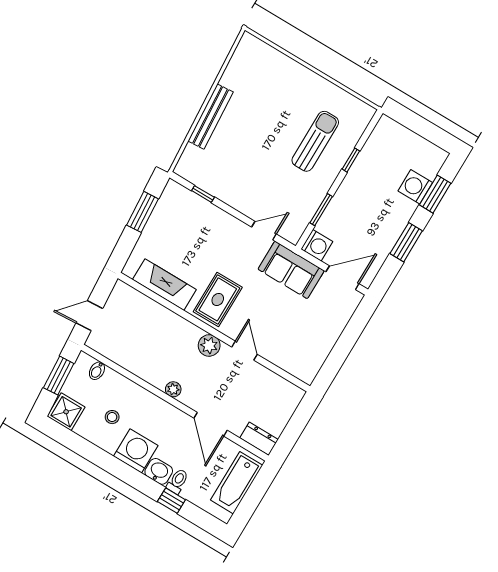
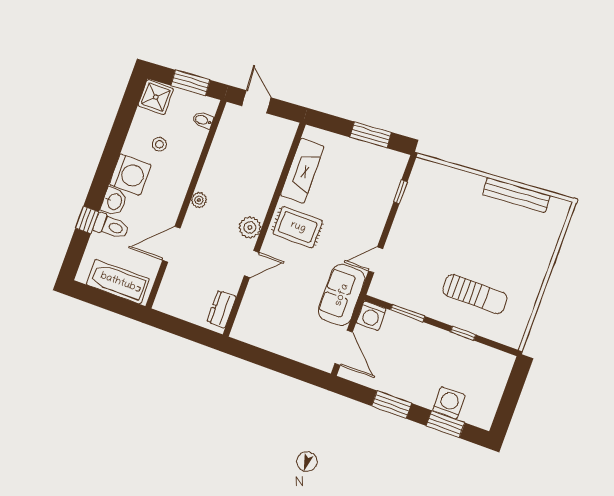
bench: (211, 117) -> (516, 195), moved
door: (264, 231) -> (376, 260), swing flipped
dresser: (259, 439) -> (222, 309), moved, turned 180
toilet: (178, 481) -> (111, 226), width x1.37, depth x1.39

